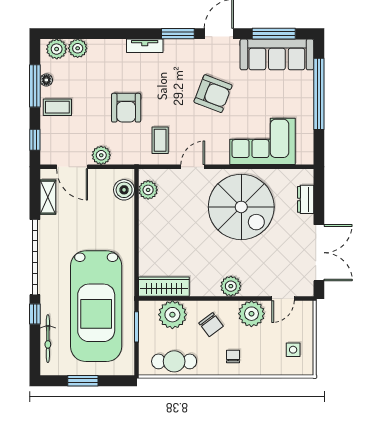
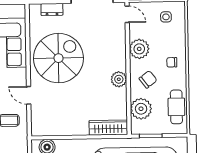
plant: (148, 190) -> (47, 129), removed
plant: (231, 286) -> (119, 79), moved
wardrobe: (164, 287) -> (108, 128), moved, turned 90
door: (283, 298) -> (127, 14), moved

